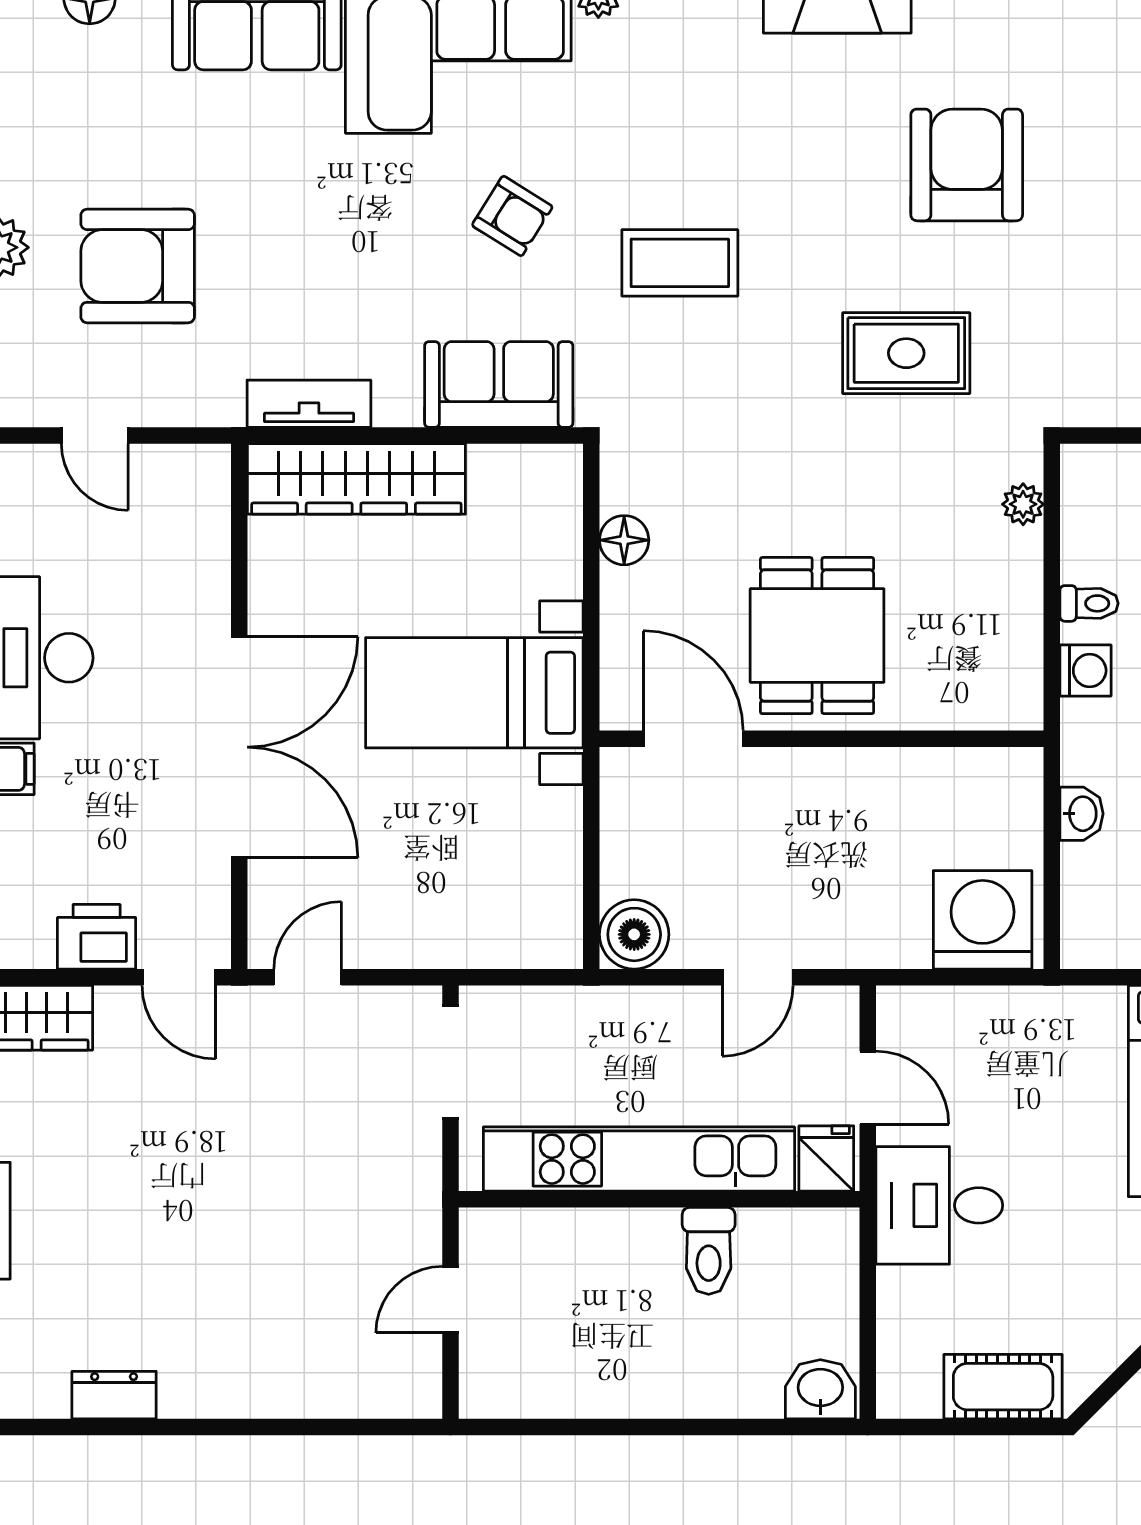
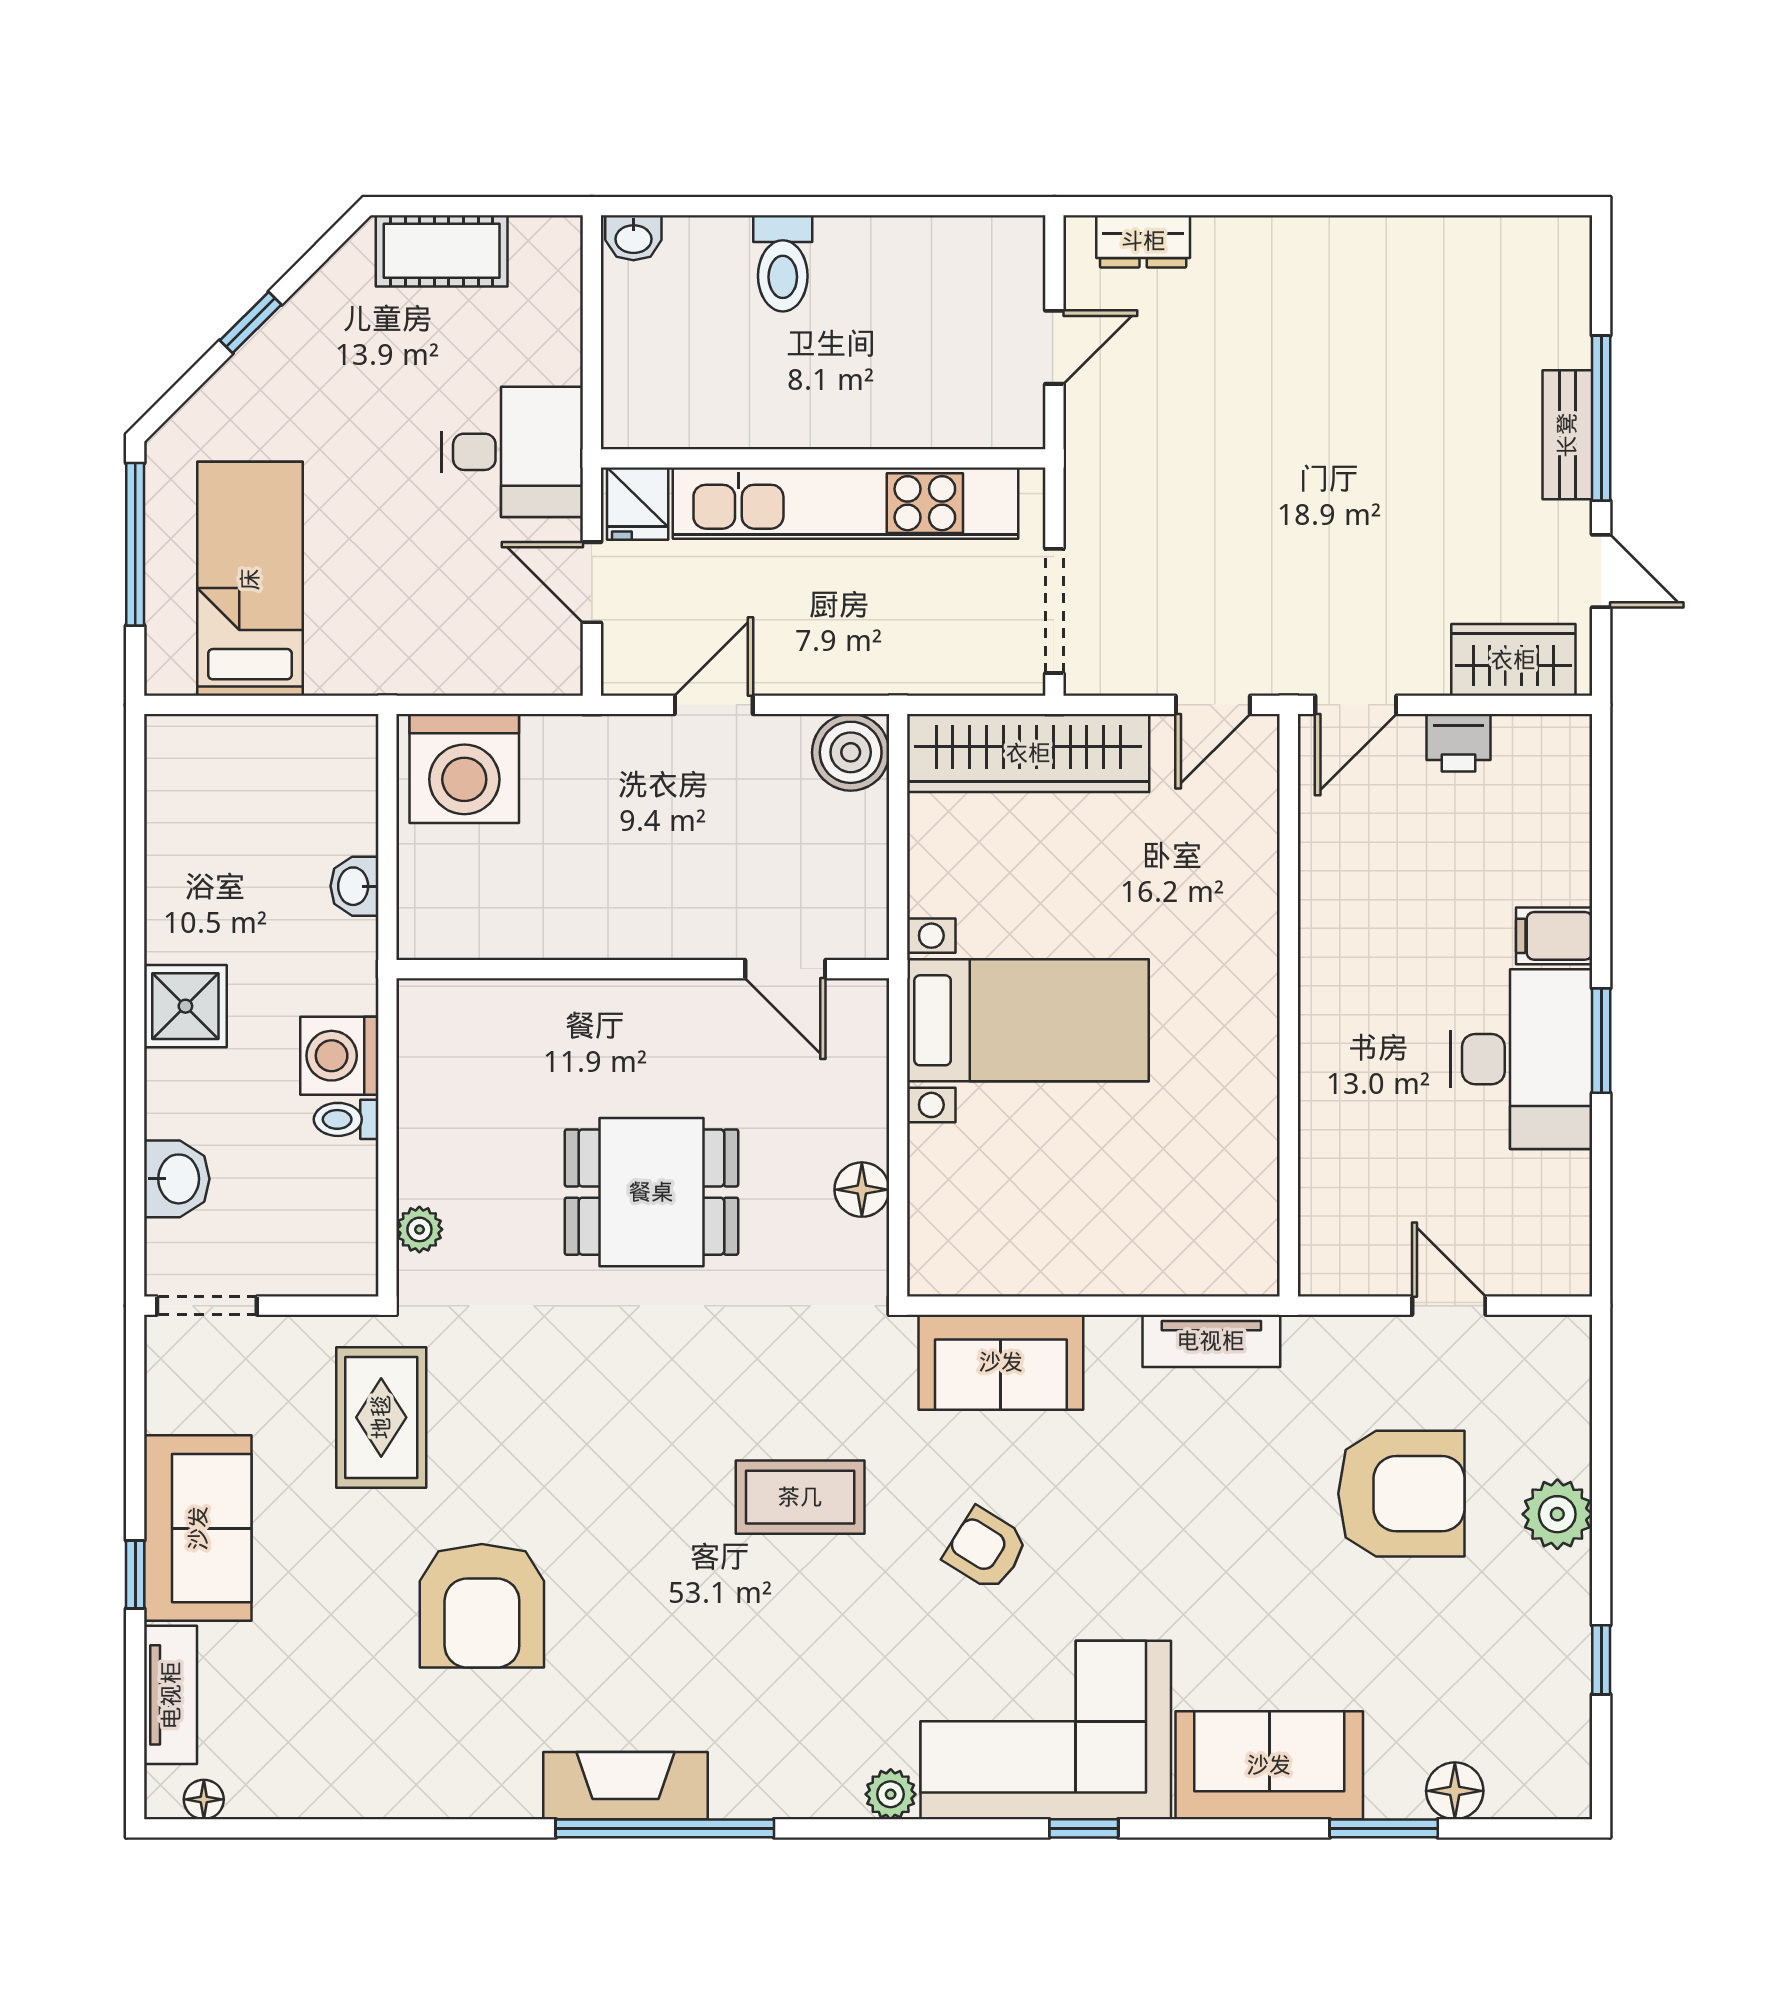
rug: (906, 353) -> (381, 1417), moved, turned 90
wardrobe: (356, 479) -> (1028, 753), moved, turned 180
dining table: (817, 636) -> (651, 1192), moved, turned 90
washing machine: (1086, 671) -> (339, 1056), width x1.38, depth x1.38
door: (693, 739) -> (785, 969), width x0.73
double door: (239, 747) -> (1289, 960), removed
printer: (97, 937) -> (1458, 743), width x0.73, depth x0.81
door: (179, 977) -> (1356, 705), swing flipped
toilet: (709, 1251) -> (783, 263), moved, turned 180
washbasin: (820, 1389) -> (633, 238), width x0.72, depth x0.69
dresser: (114, 1395) -> (1143, 241), moved

